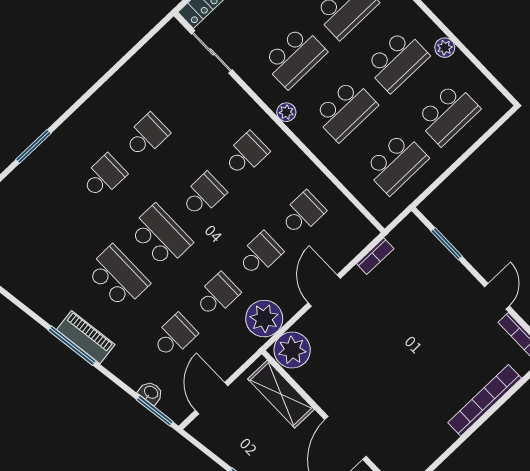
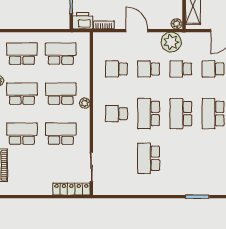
plant: (286, 112) -> (85, 103), moved
school desk: (147, 136) -> (149, 158), width x1.85
school desk: (104, 177) -> (181, 158), removed
school desk: (203, 195) -> (149, 114), width x1.85
printer: (409, 235) -> (83, 21), added
door: (324, 290) -> (137, 31), swing flipped
plant: (292, 350) -> (177, 24), width x0.53, depth x0.53

